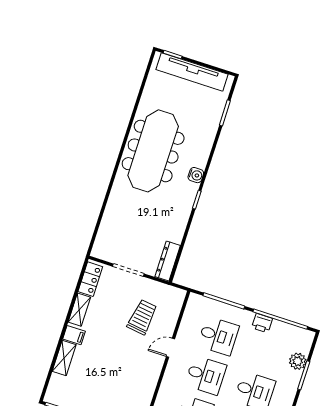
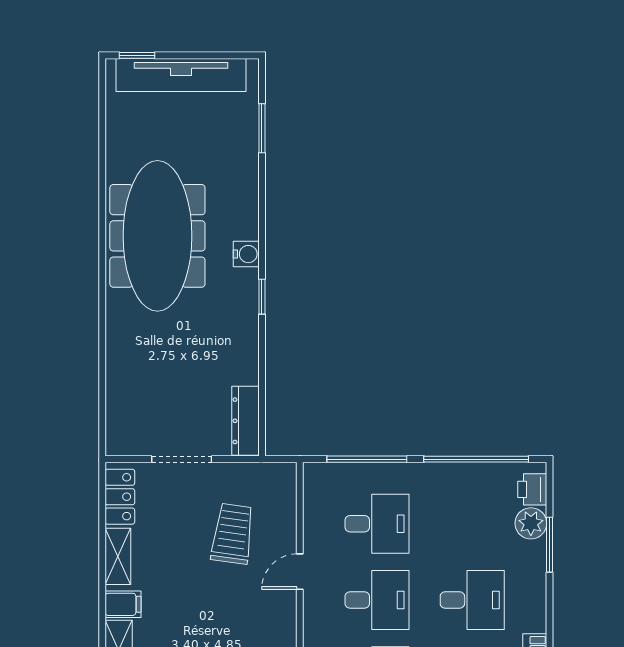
printer: (262, 323) -> (532, 489), moved, turned 90

